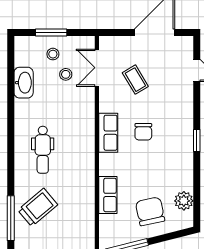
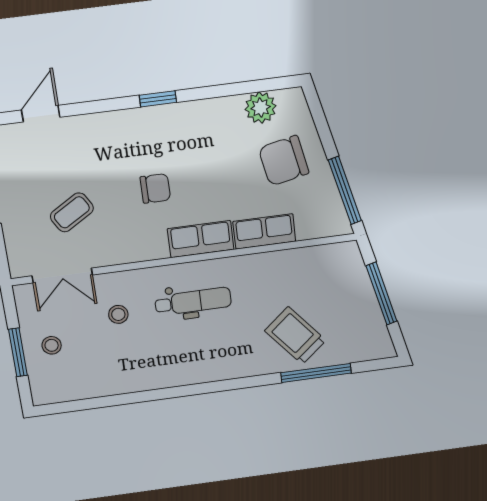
stool: (66, 74) -> (118, 314), moved
washbasin: (24, 83) -> (104, 383), removed
row of seats: (108, 133) -> (201, 239), moved
dental chair: (43, 150) -> (193, 301), moved

